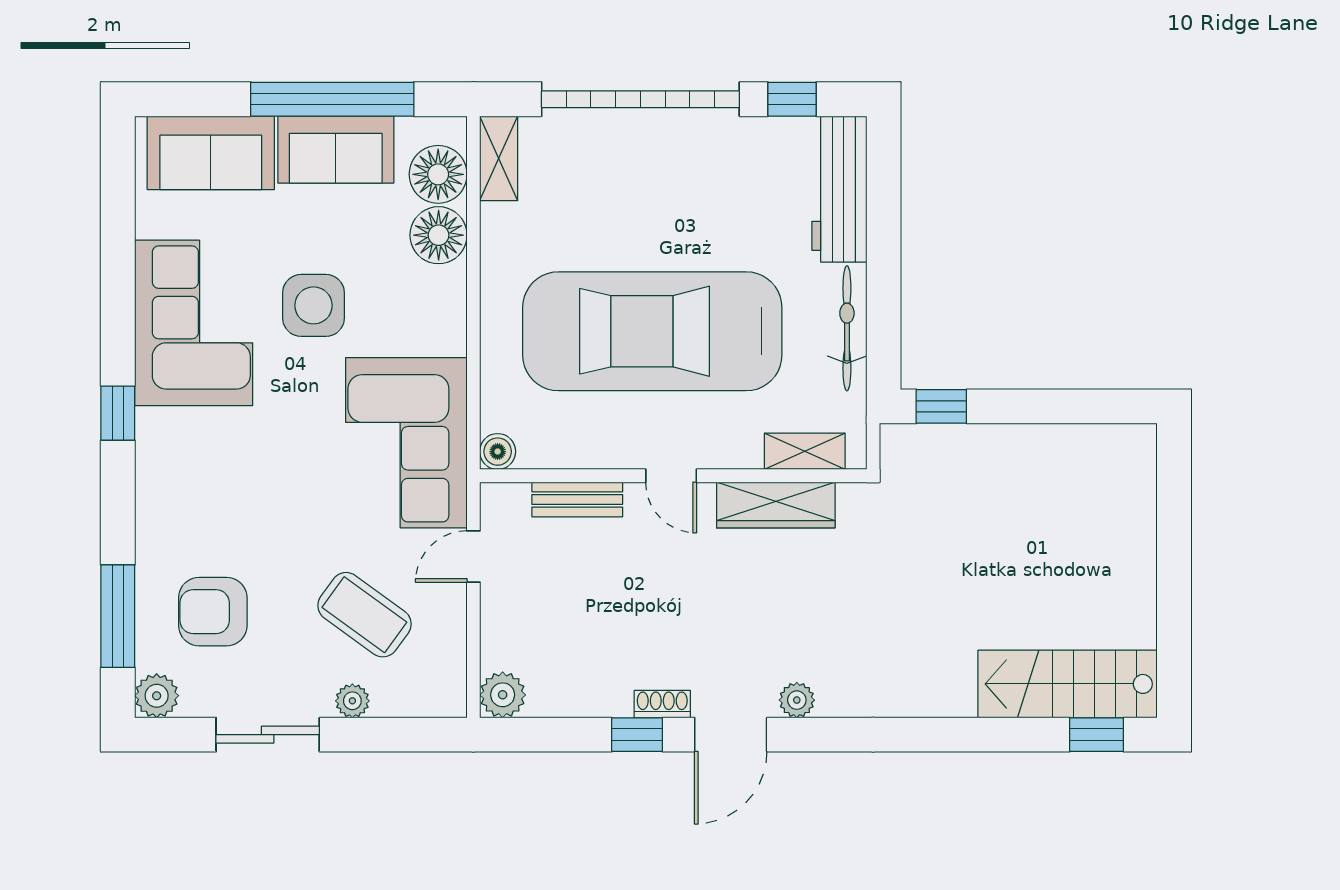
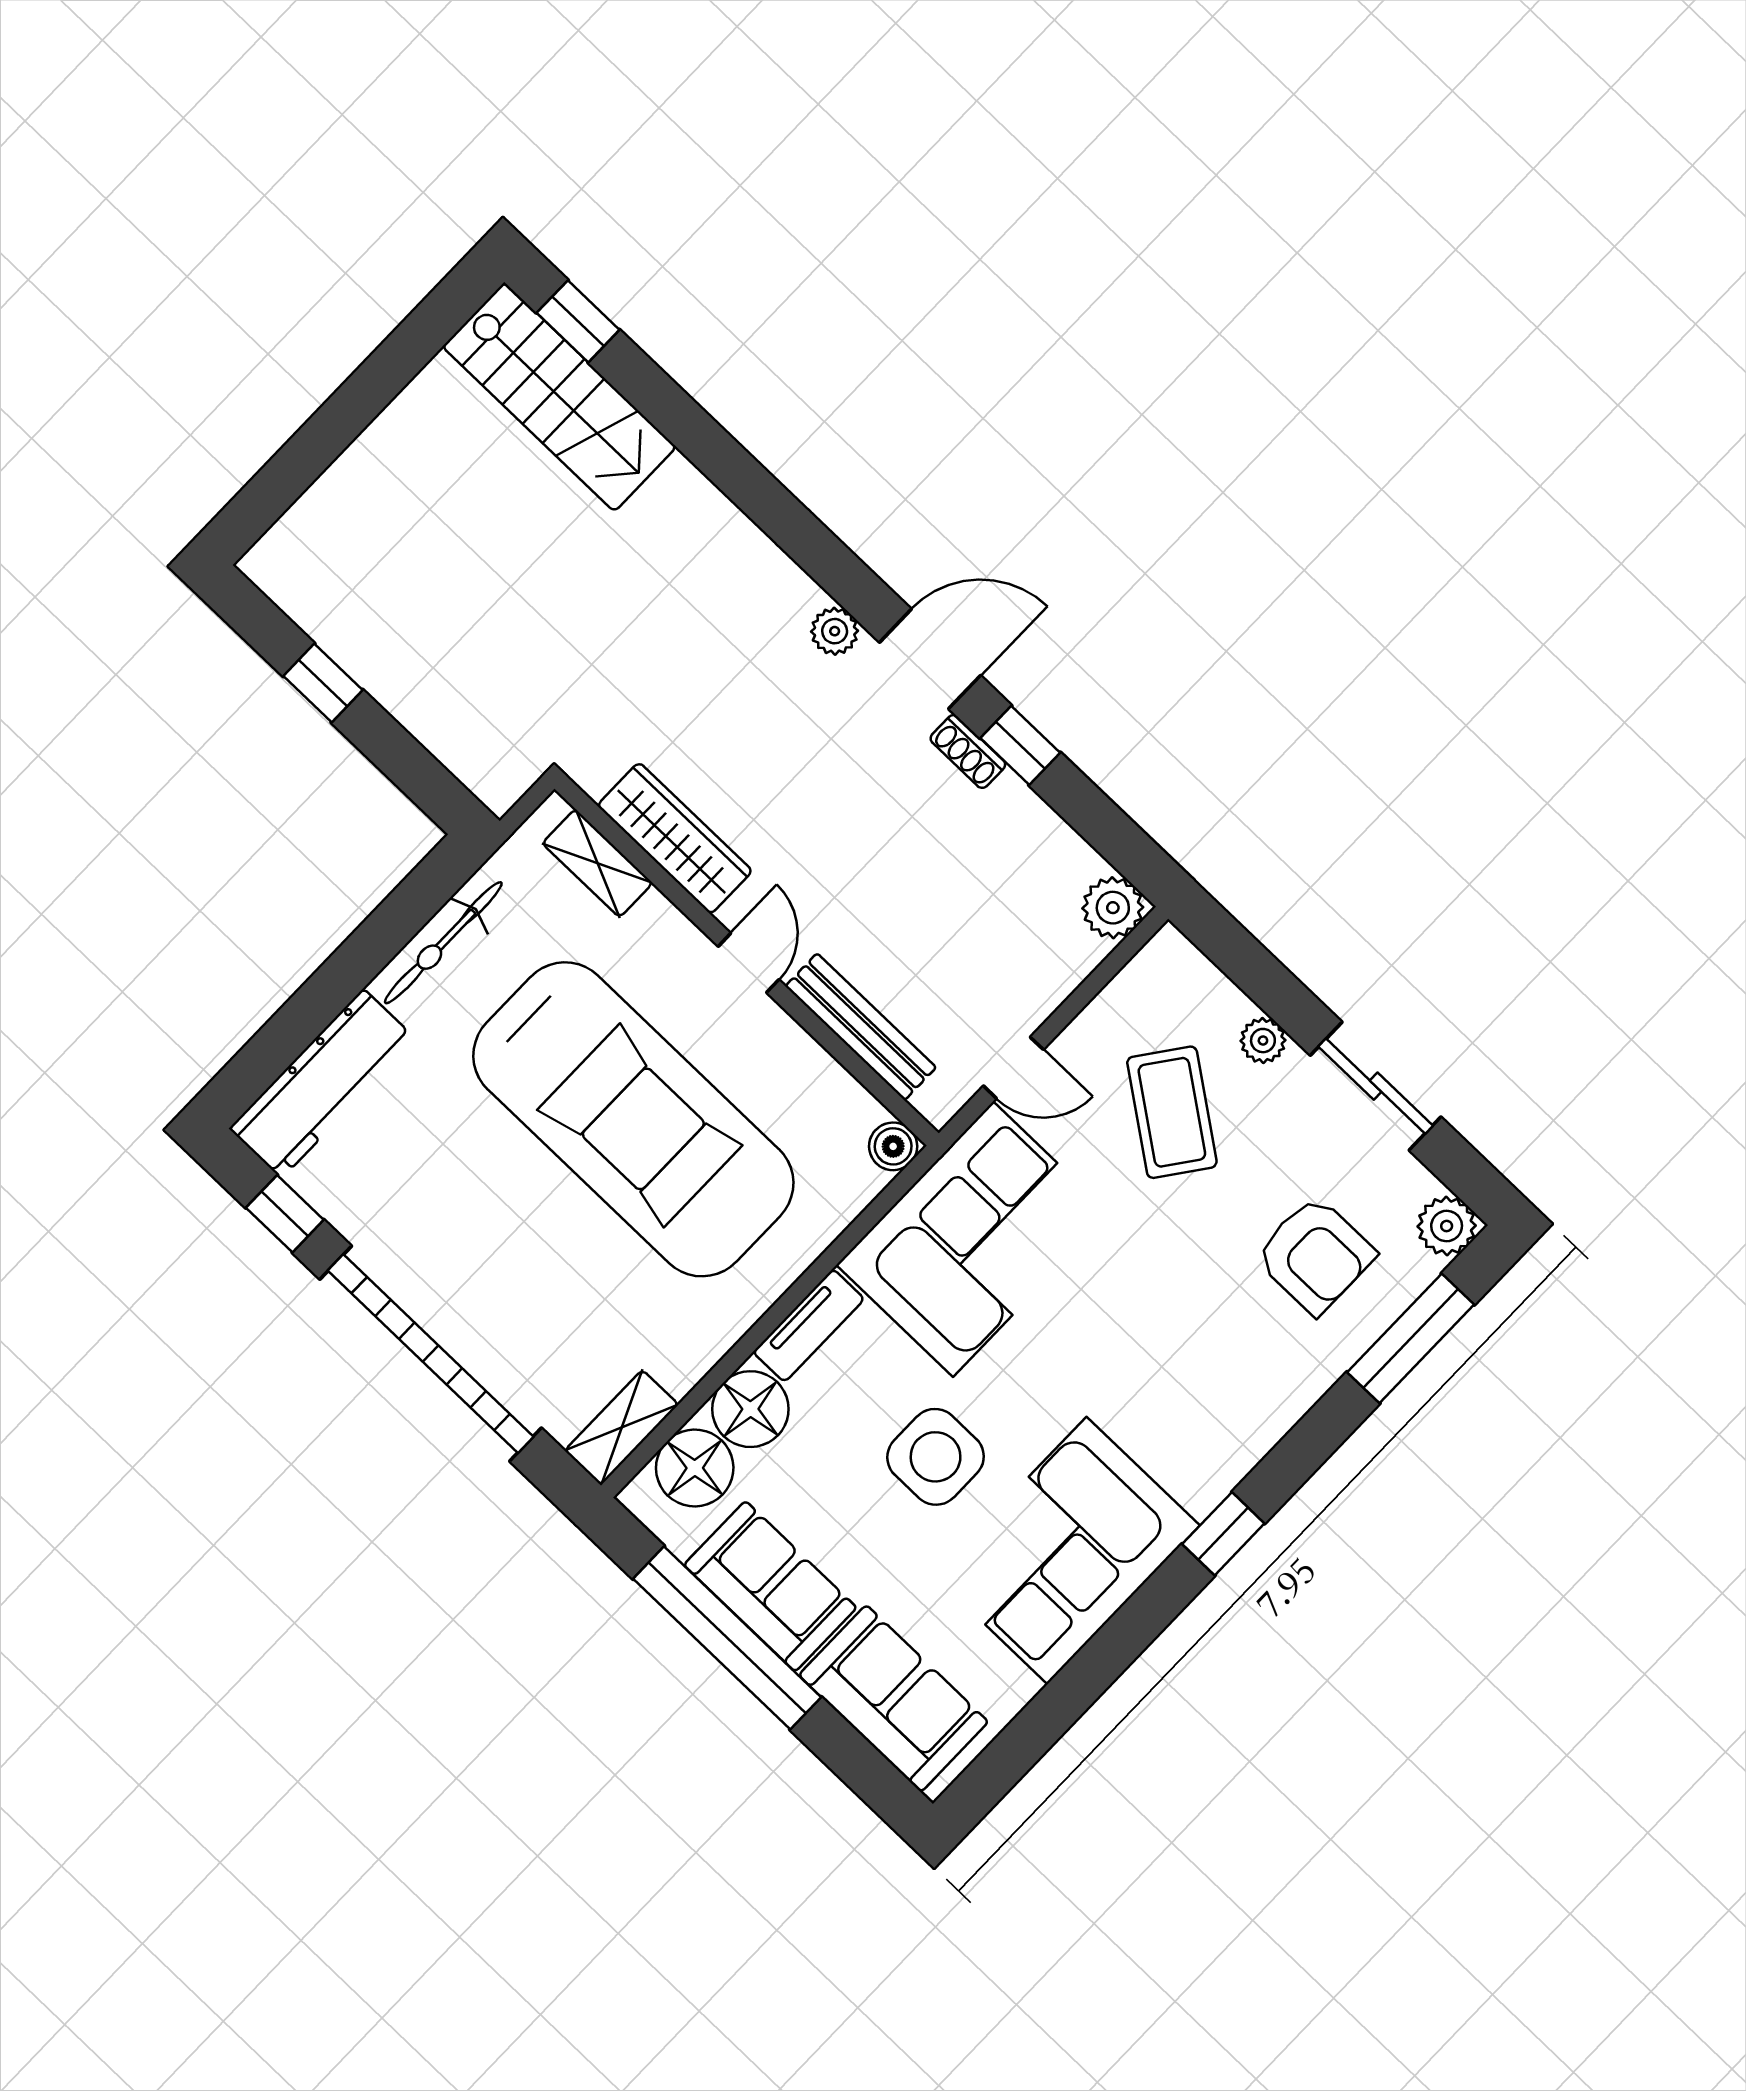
tv unit: (450, 311) -> (809, 1325), added
window: (941, 406) -> (323, 683), moved
bench: (577, 499) -> (861, 1027), width x1.36

